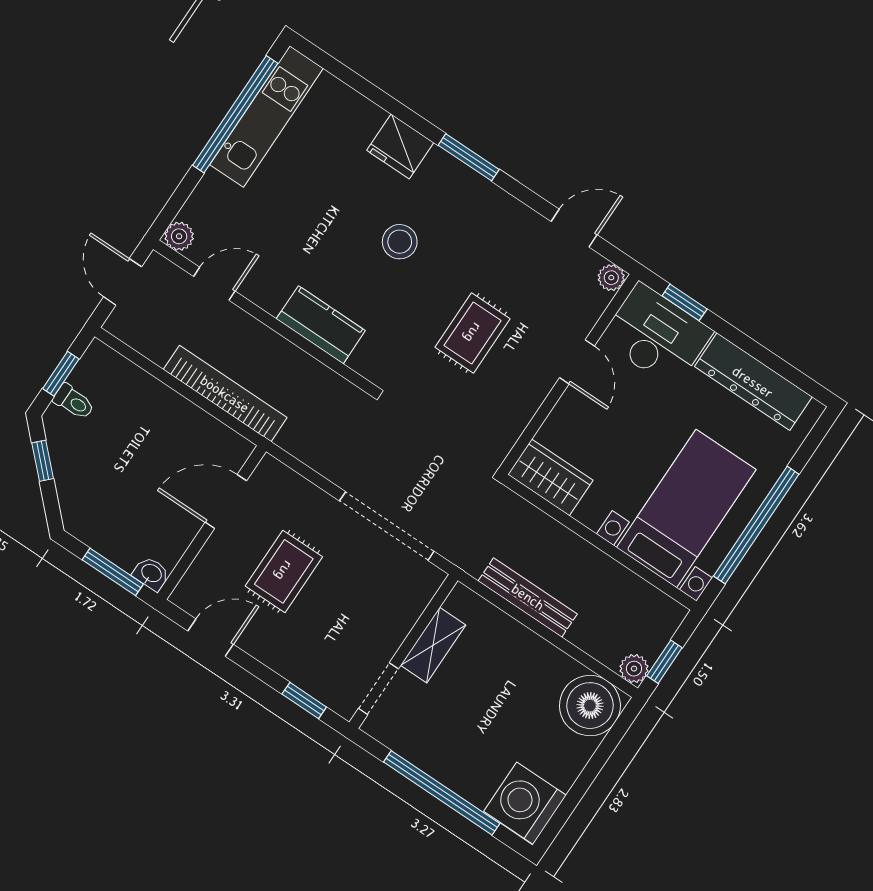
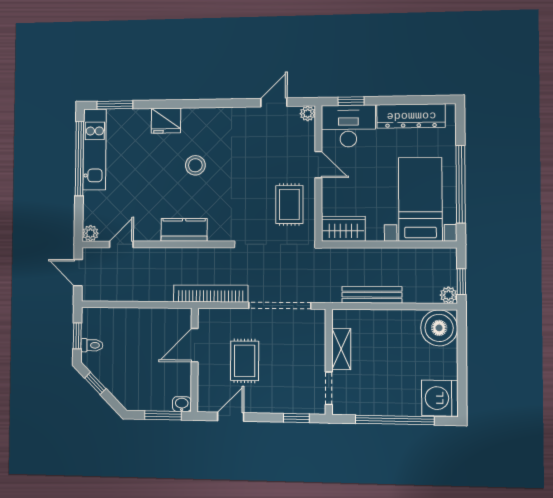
window: (469, 157) -> (115, 105), moved
rug: (473, 333) -> (289, 205), moved
bookcase: (225, 394) -> (211, 294), moved

